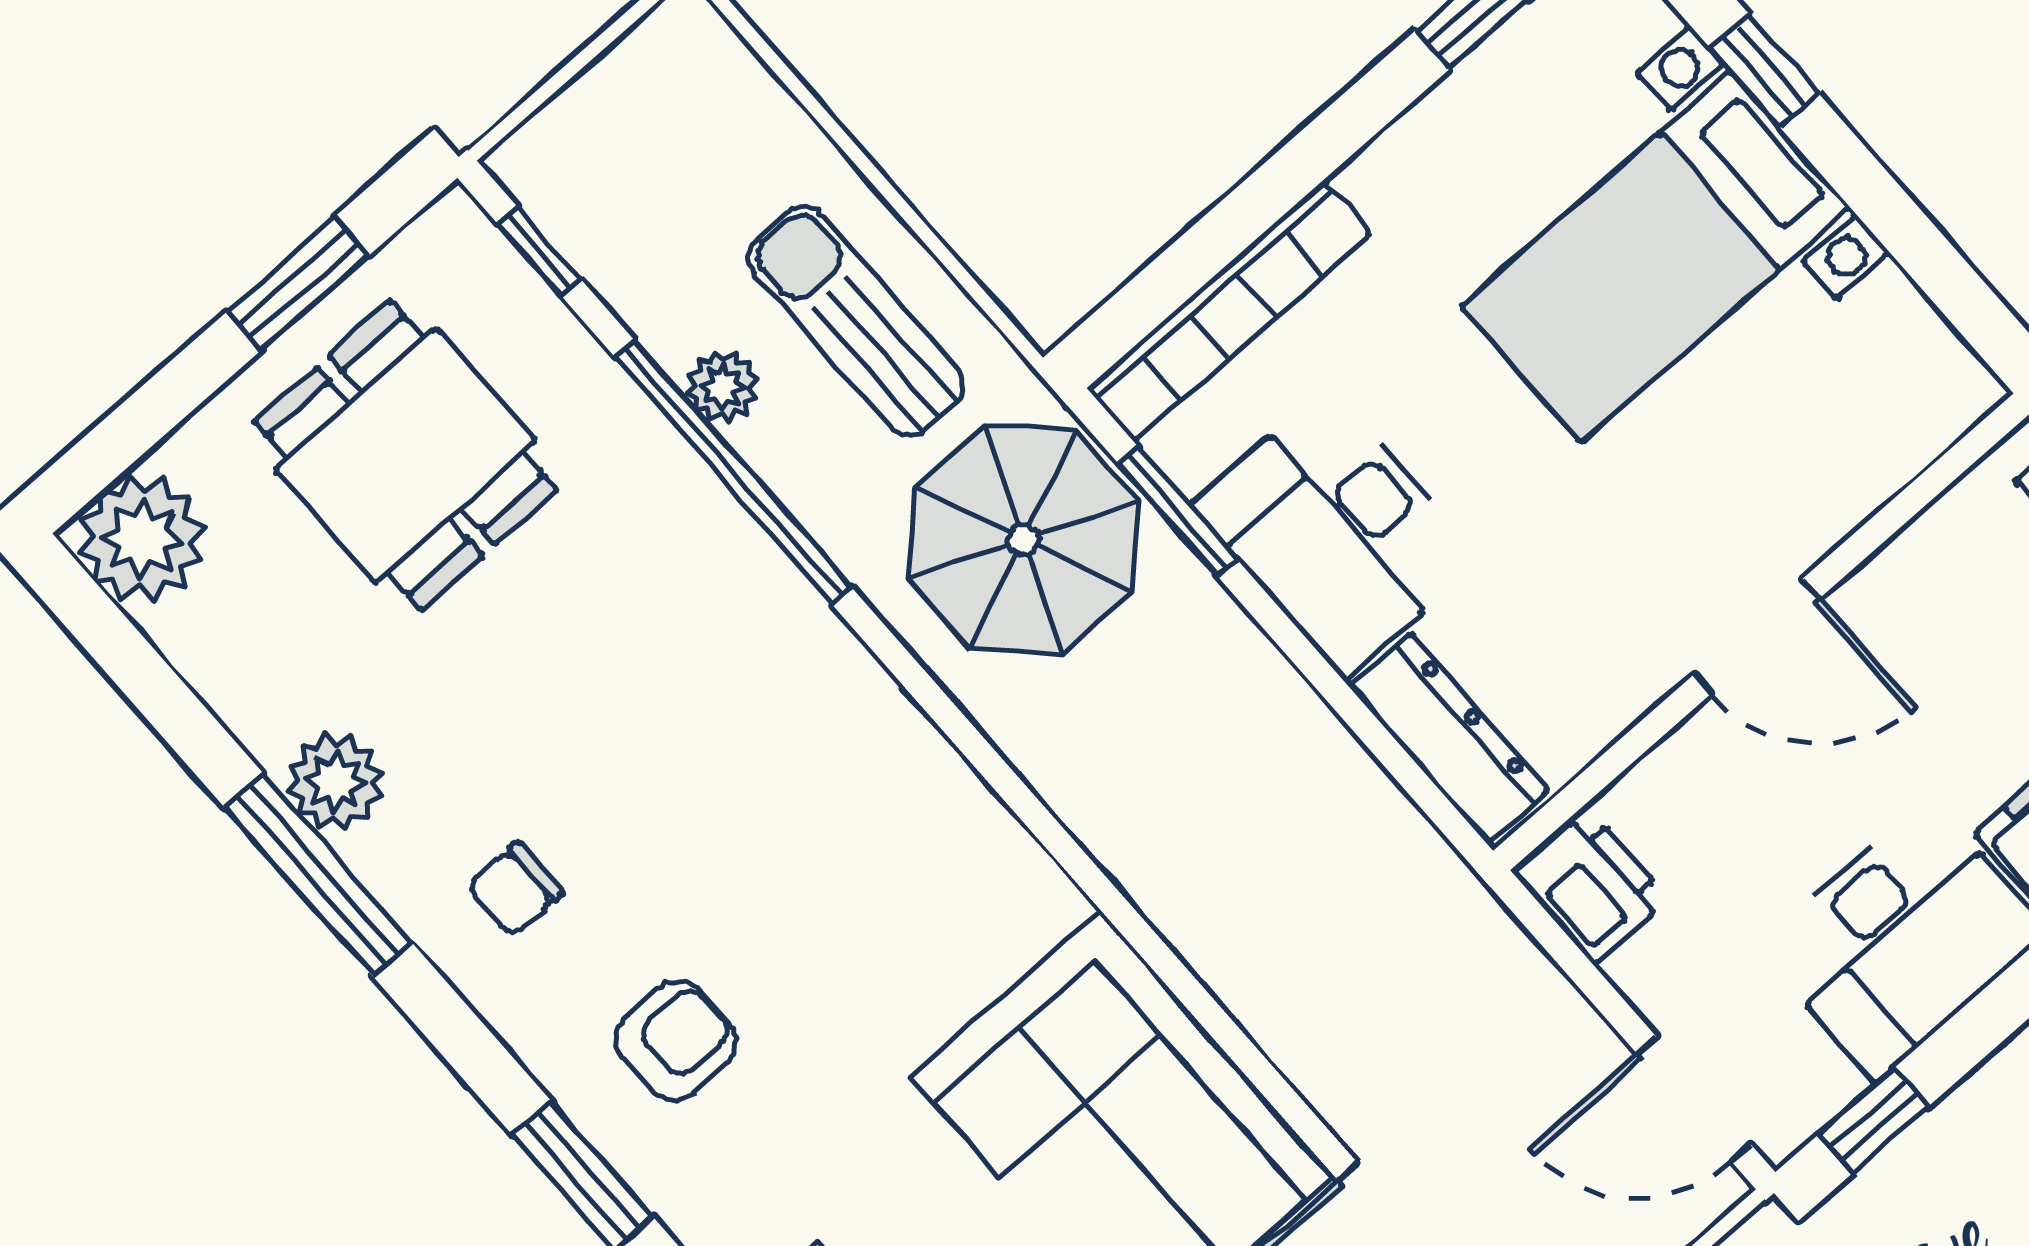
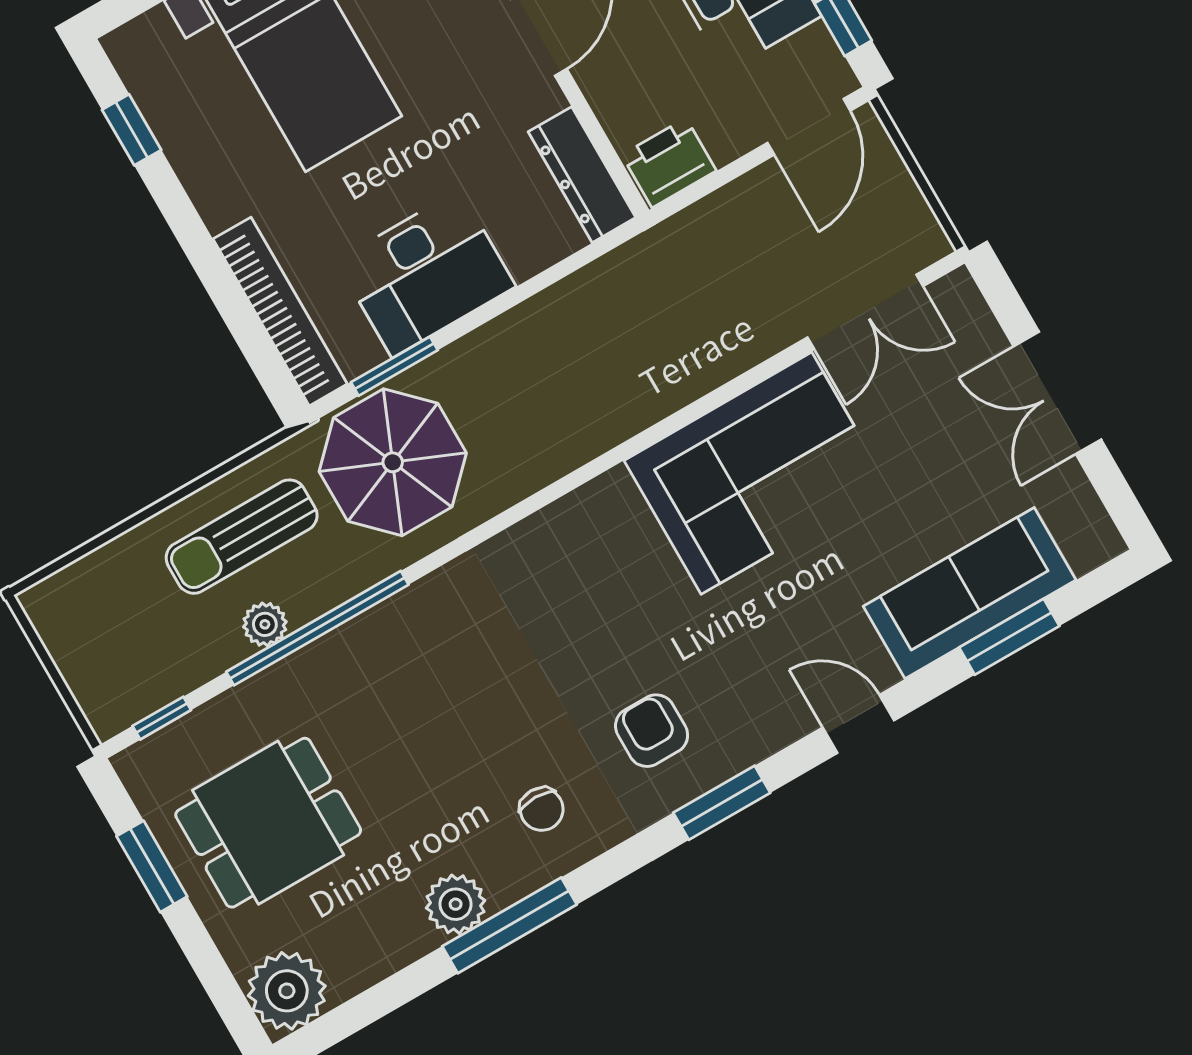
dresser: (1449, 738) -> (582, 175), moved, turned -90

